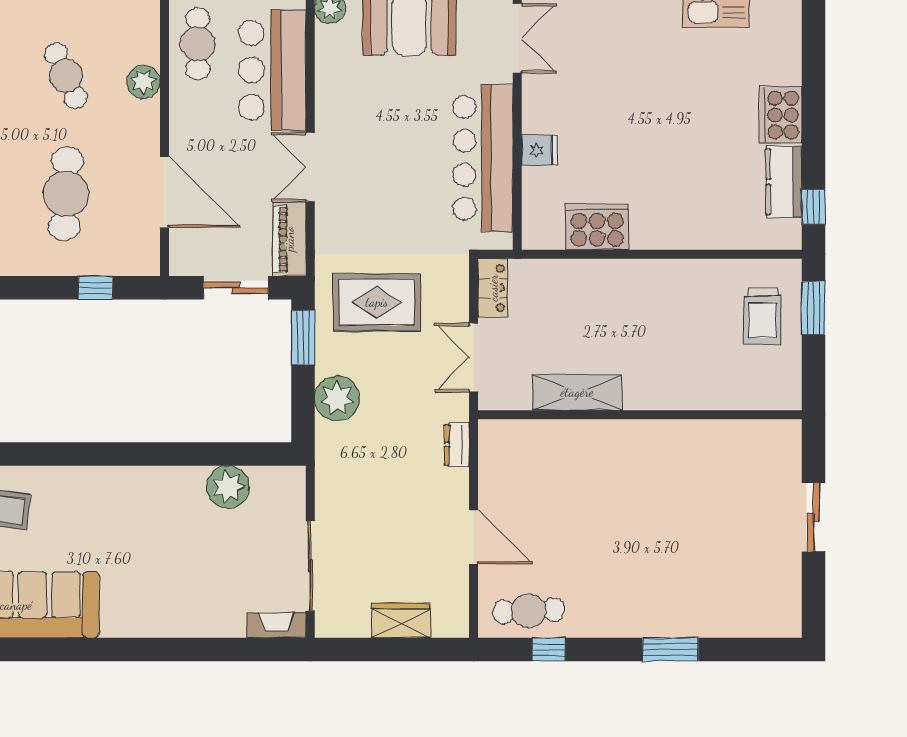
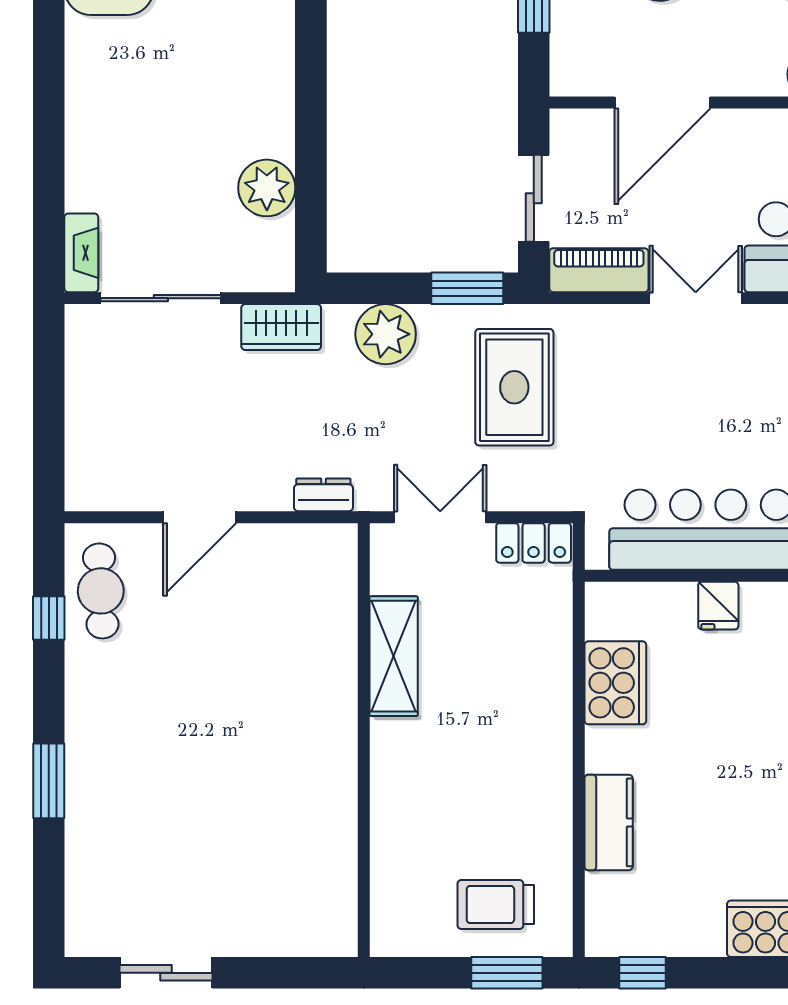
kitchen counter: (784, 182) -> (609, 822), moved, turned 90
sliding door: (813, 517) -> (166, 973), moved
wardrobe: (401, 621) -> (281, 327), moved, turned 90

